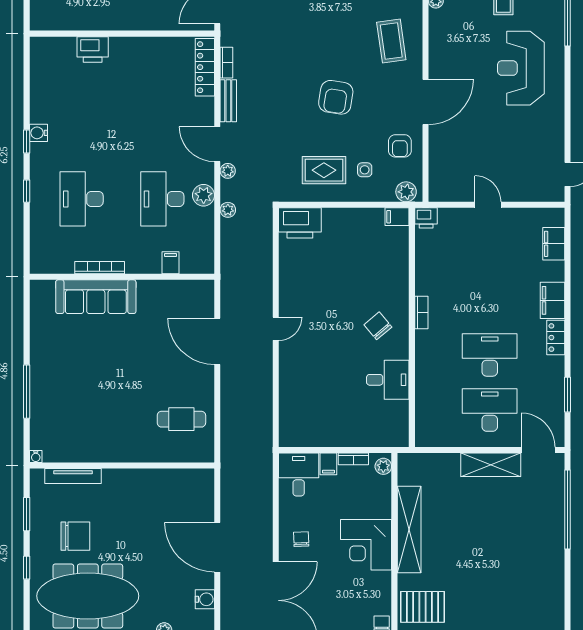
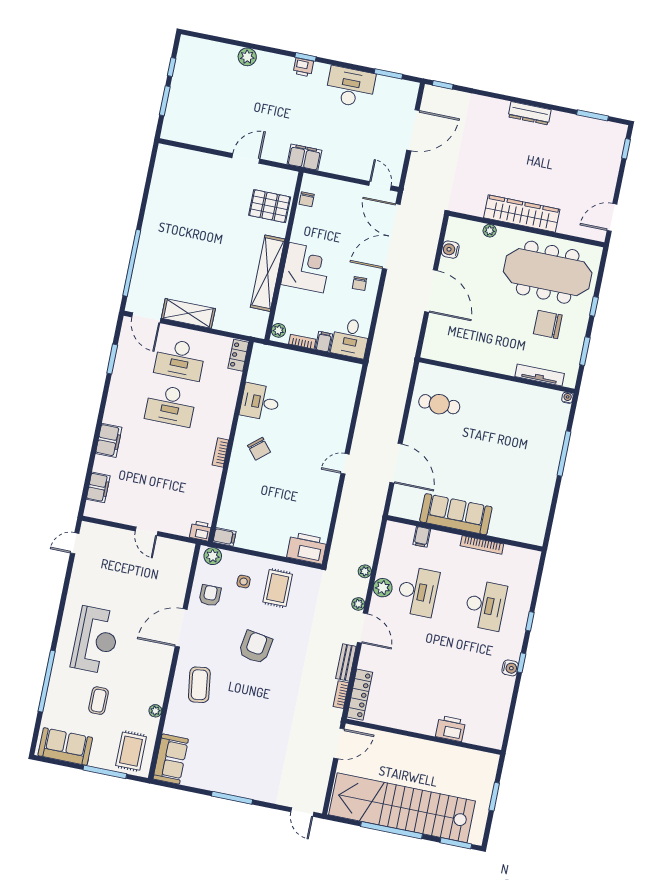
rug: (324, 170) -> (278, 588), turned 90
sofa: (96, 297) -> (456, 514), moved
locker: (556, 338) -> (238, 355), moved, turned 180

